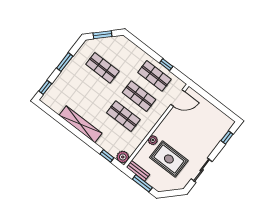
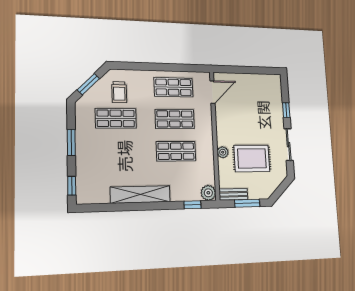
trolley: (117, 54) -> (119, 92), added
window: (166, 65) -> (176, 68), removed
window: (227, 137) -> (286, 110), moved

